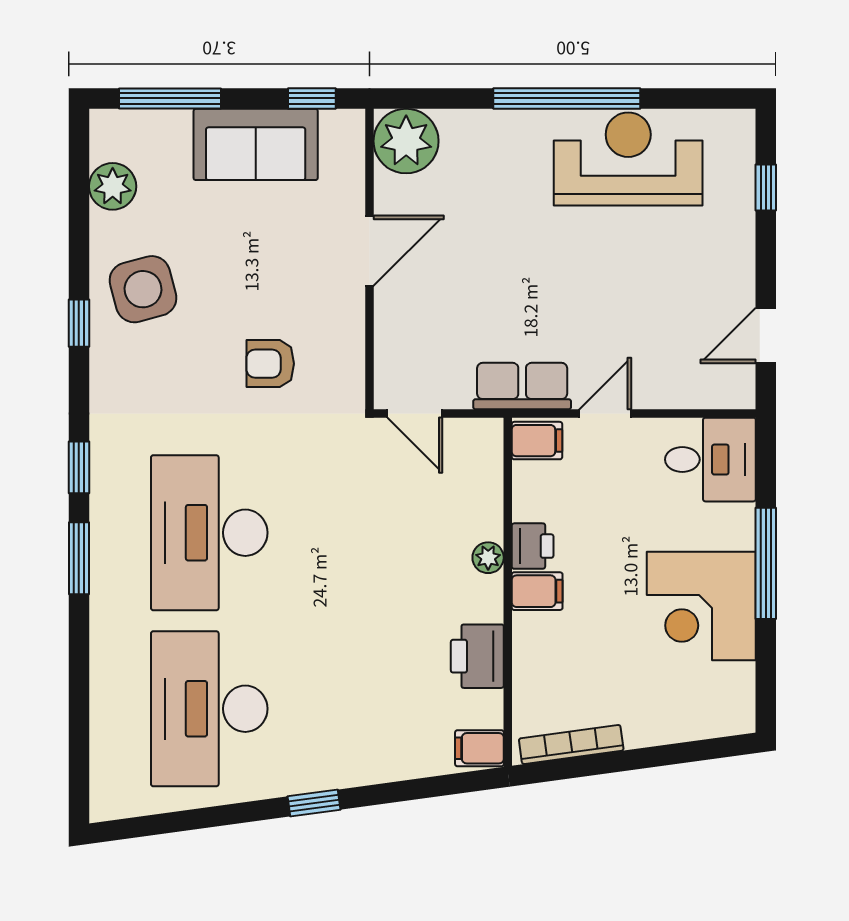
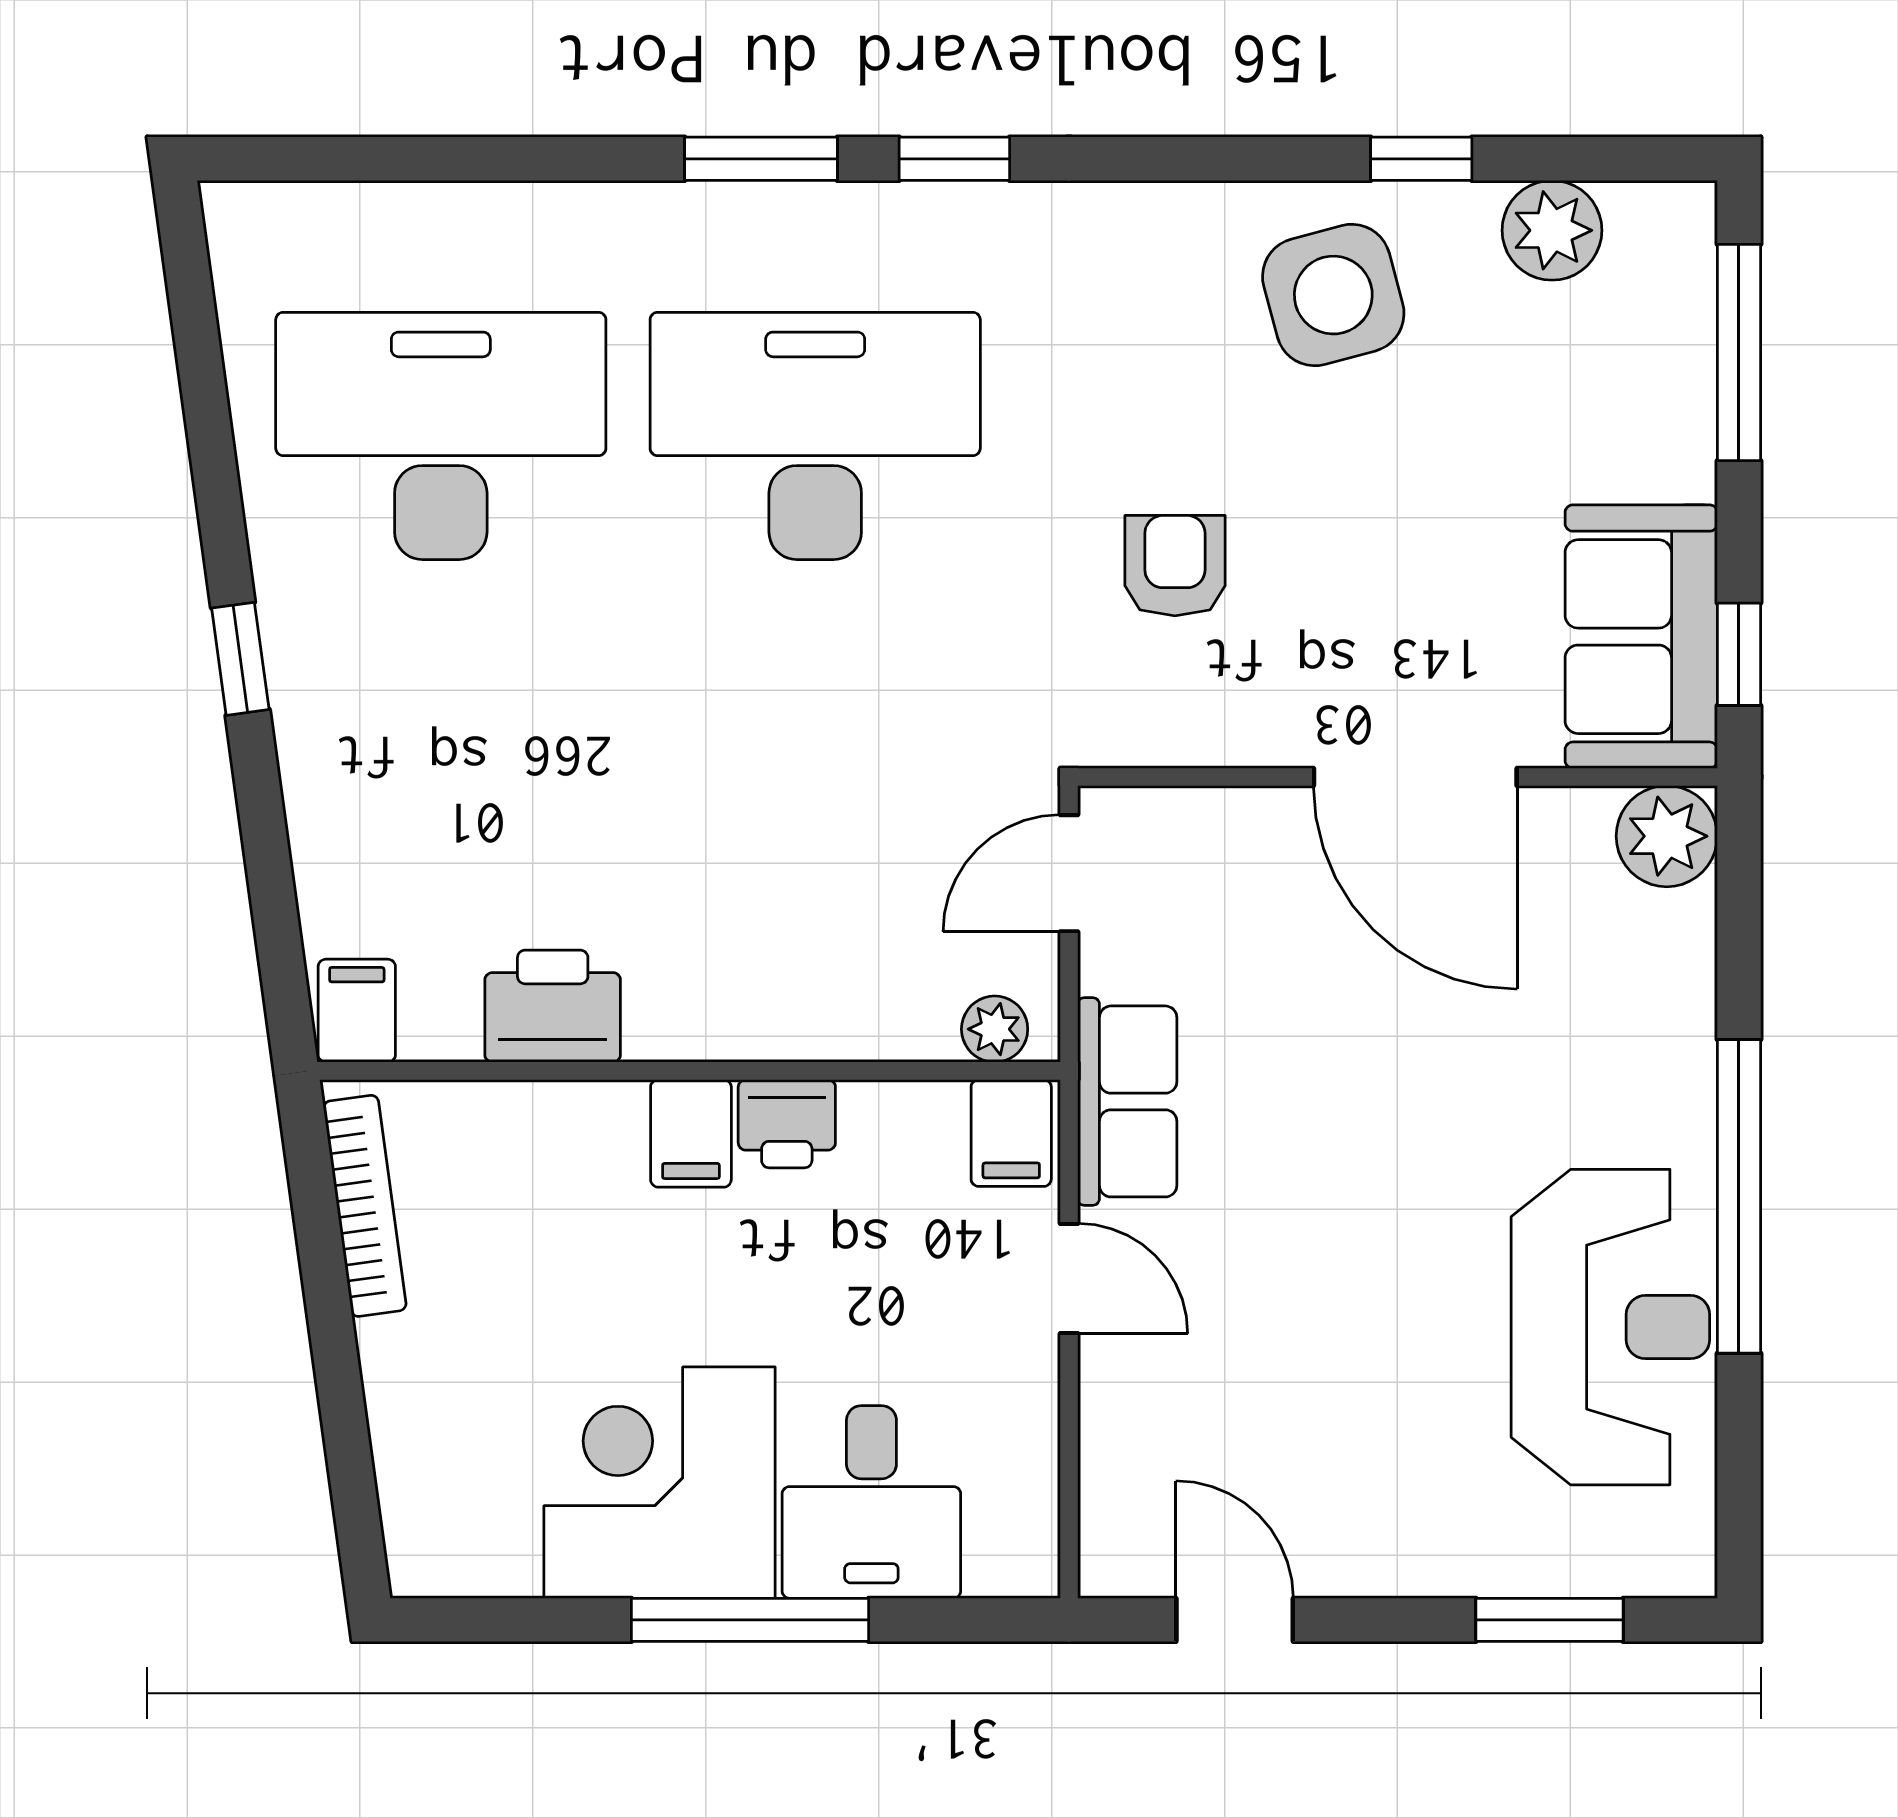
plant: (406, 141) -> (1667, 836), width x0.73, depth x0.73
sofa: (256, 144) -> (1641, 637), moved
window: (766, 187) -> (1550, 1620), width x1.50
door: (370, 251) -> (1415, 777), width x1.36
window: (79, 323) -> (1421, 159), moved
desk: (710, 460) -> (871, 1502), moved
plant: (488, 558) -> (995, 1029), moved

